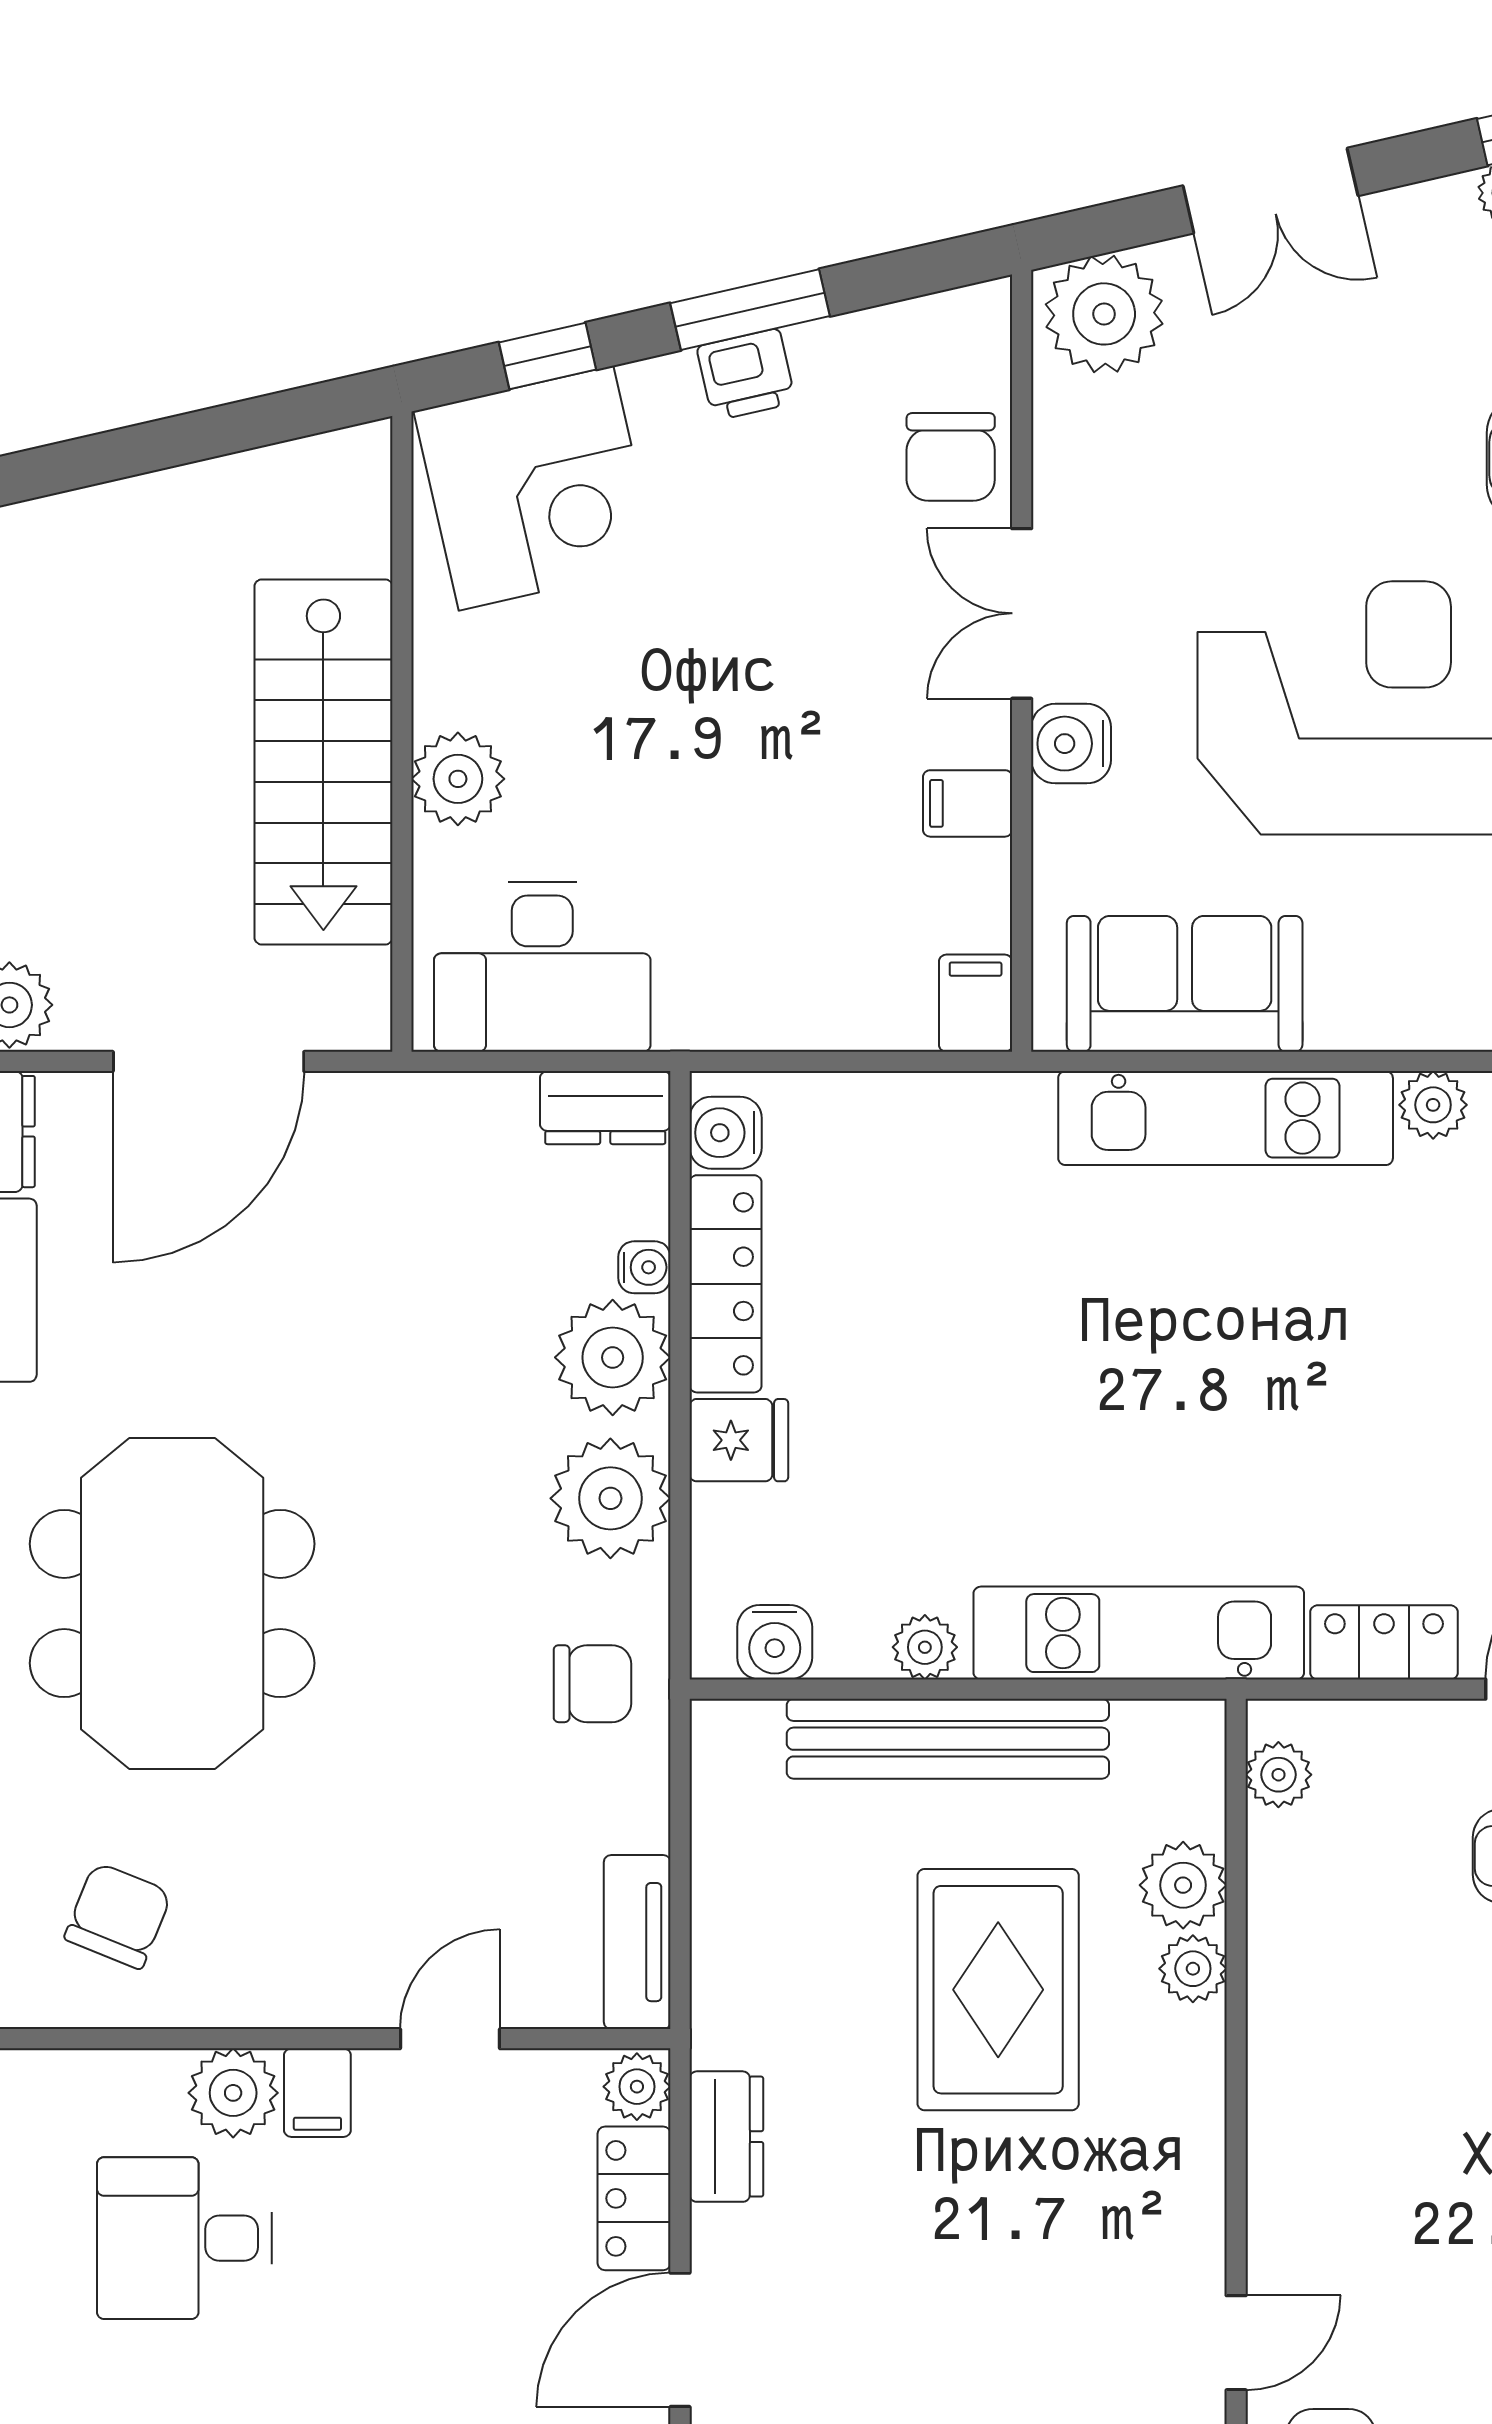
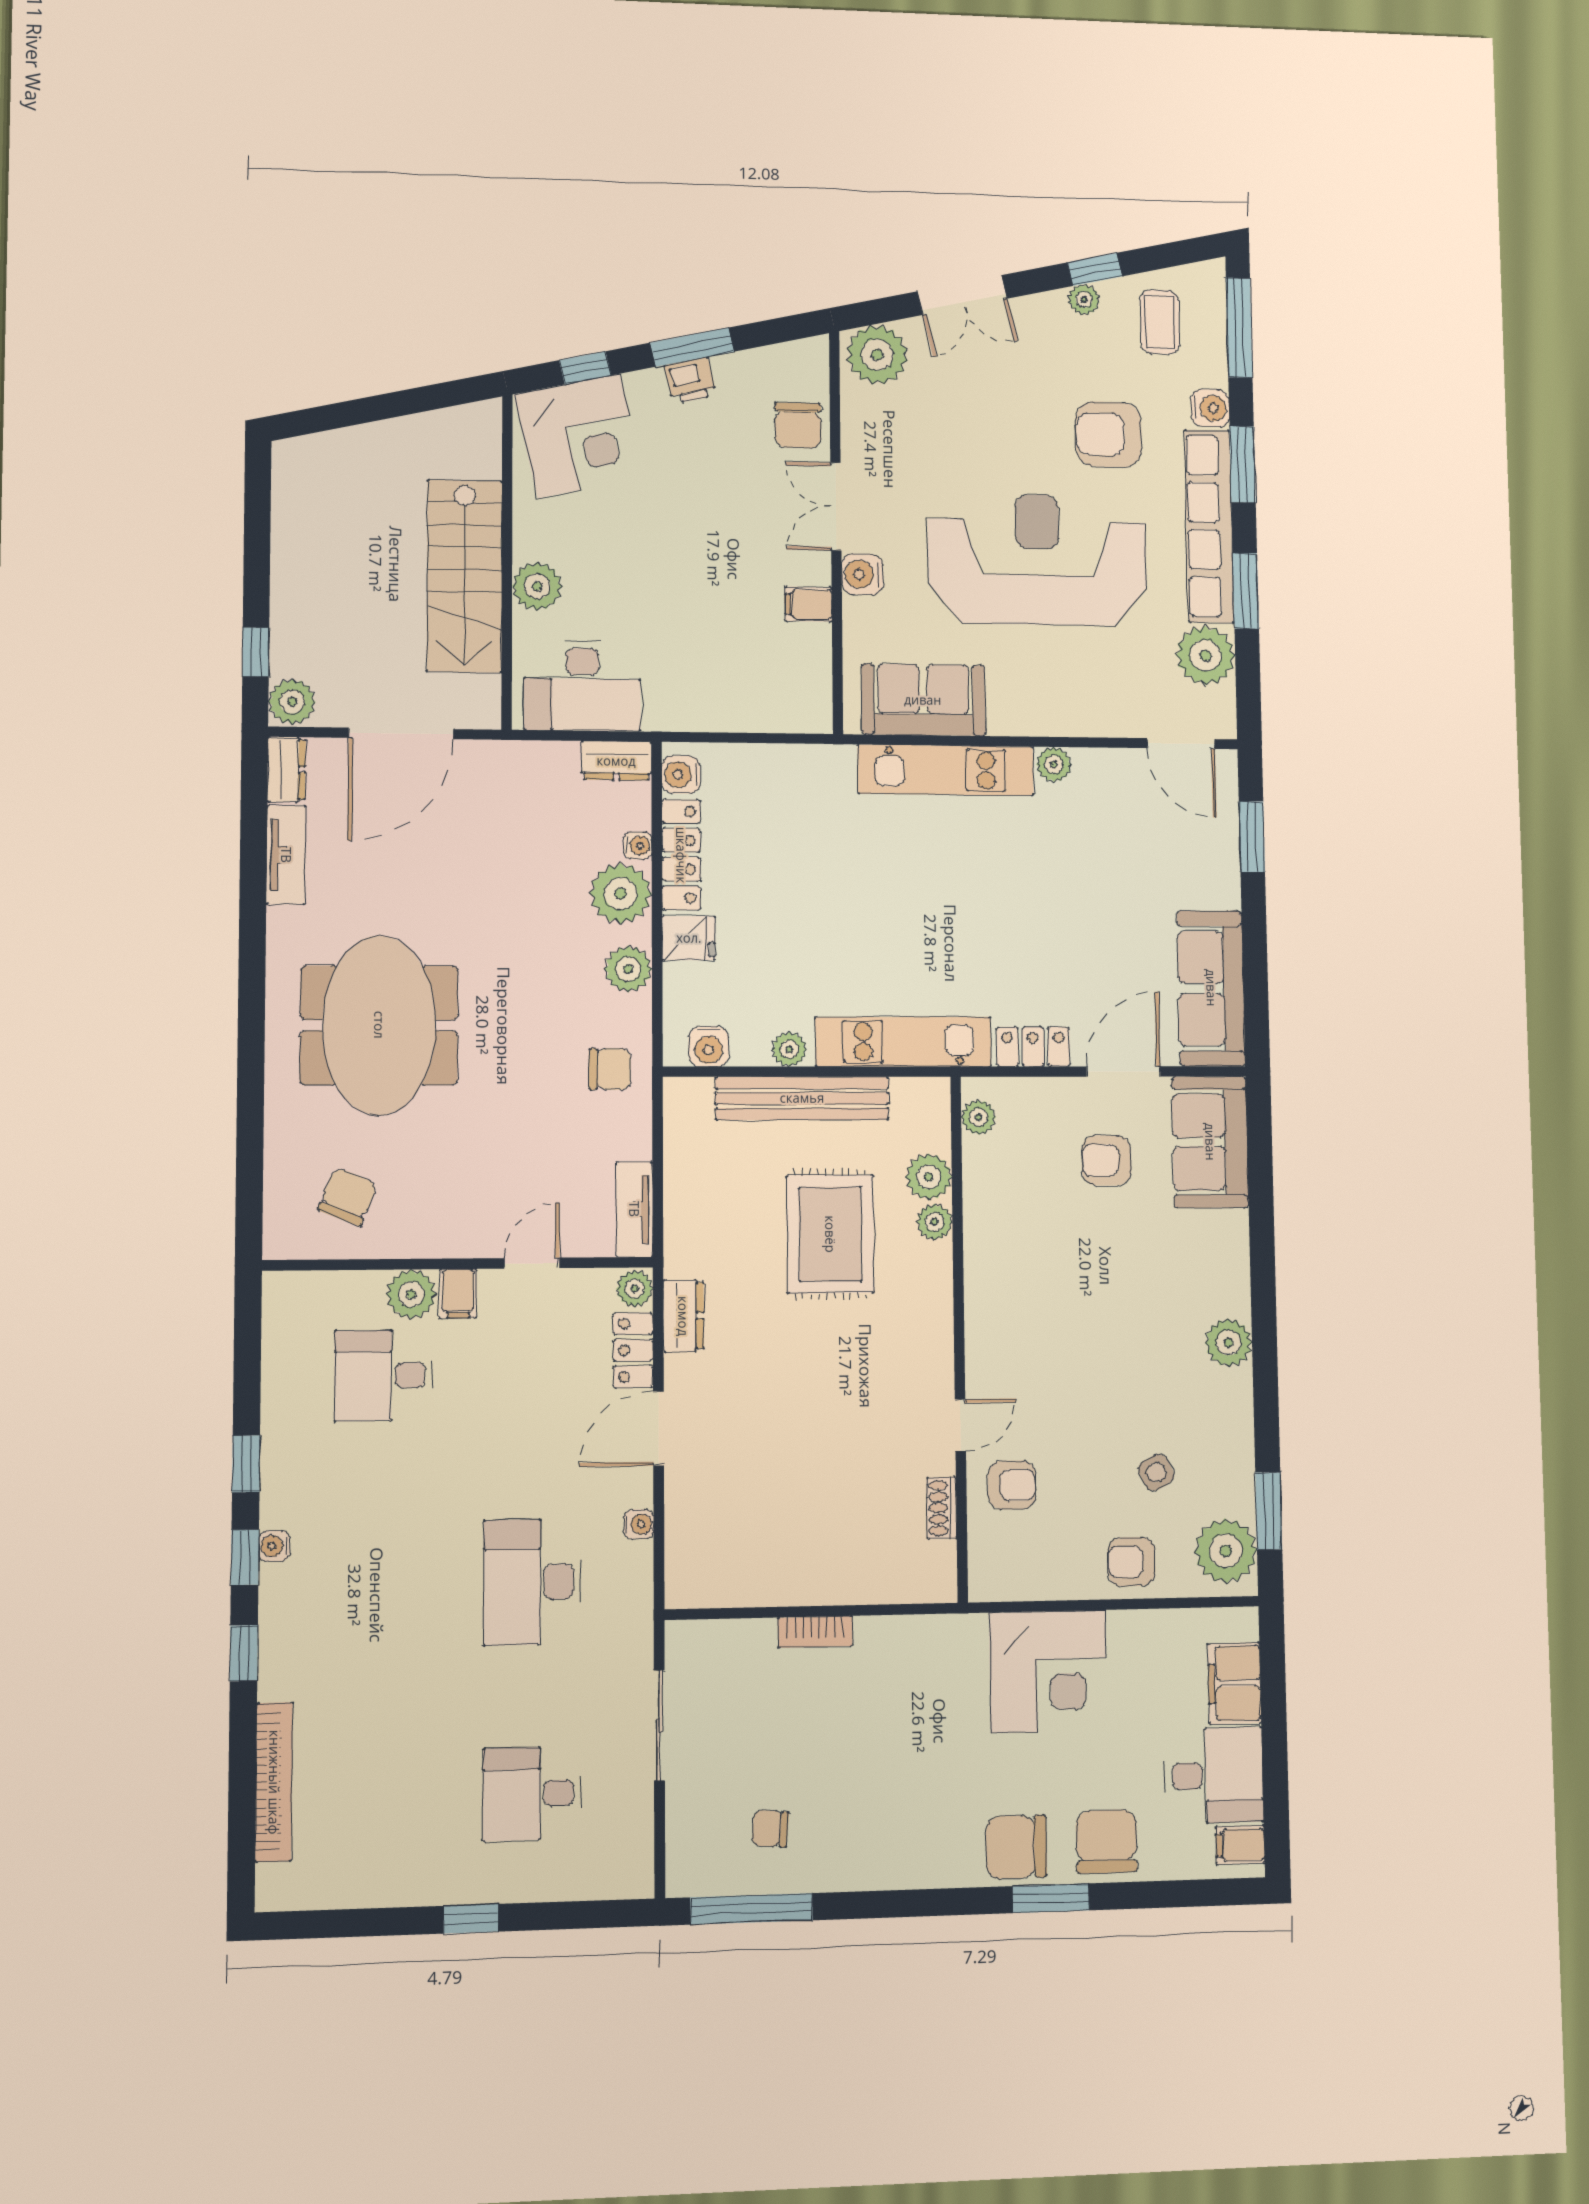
filing cabinet: (976, 1003) -> (814, 708), removed
plant: (610, 1498) -> (628, 969), width x0.73, depth x0.73

